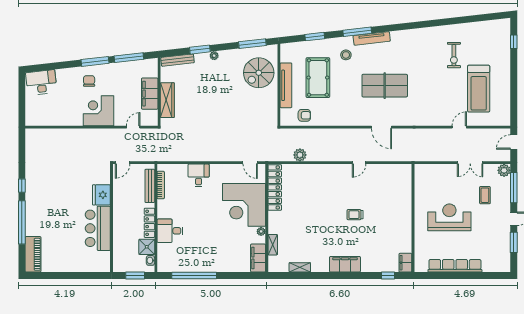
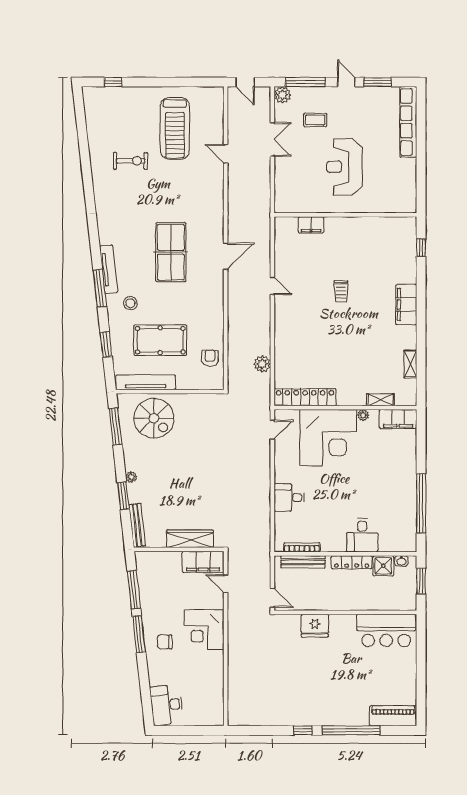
tv unit: (286, 85) -> (146, 382), moved
treadmill: (479, 89) -> (175, 128), turned 90
filing cabinet: (150, 94) -> (203, 562), moved
bar counter: (98, 228) -> (386, 630), moved
filing cabinet: (405, 263) -> (311, 225), moved
row of seats: (455, 266) -> (408, 122), moved

